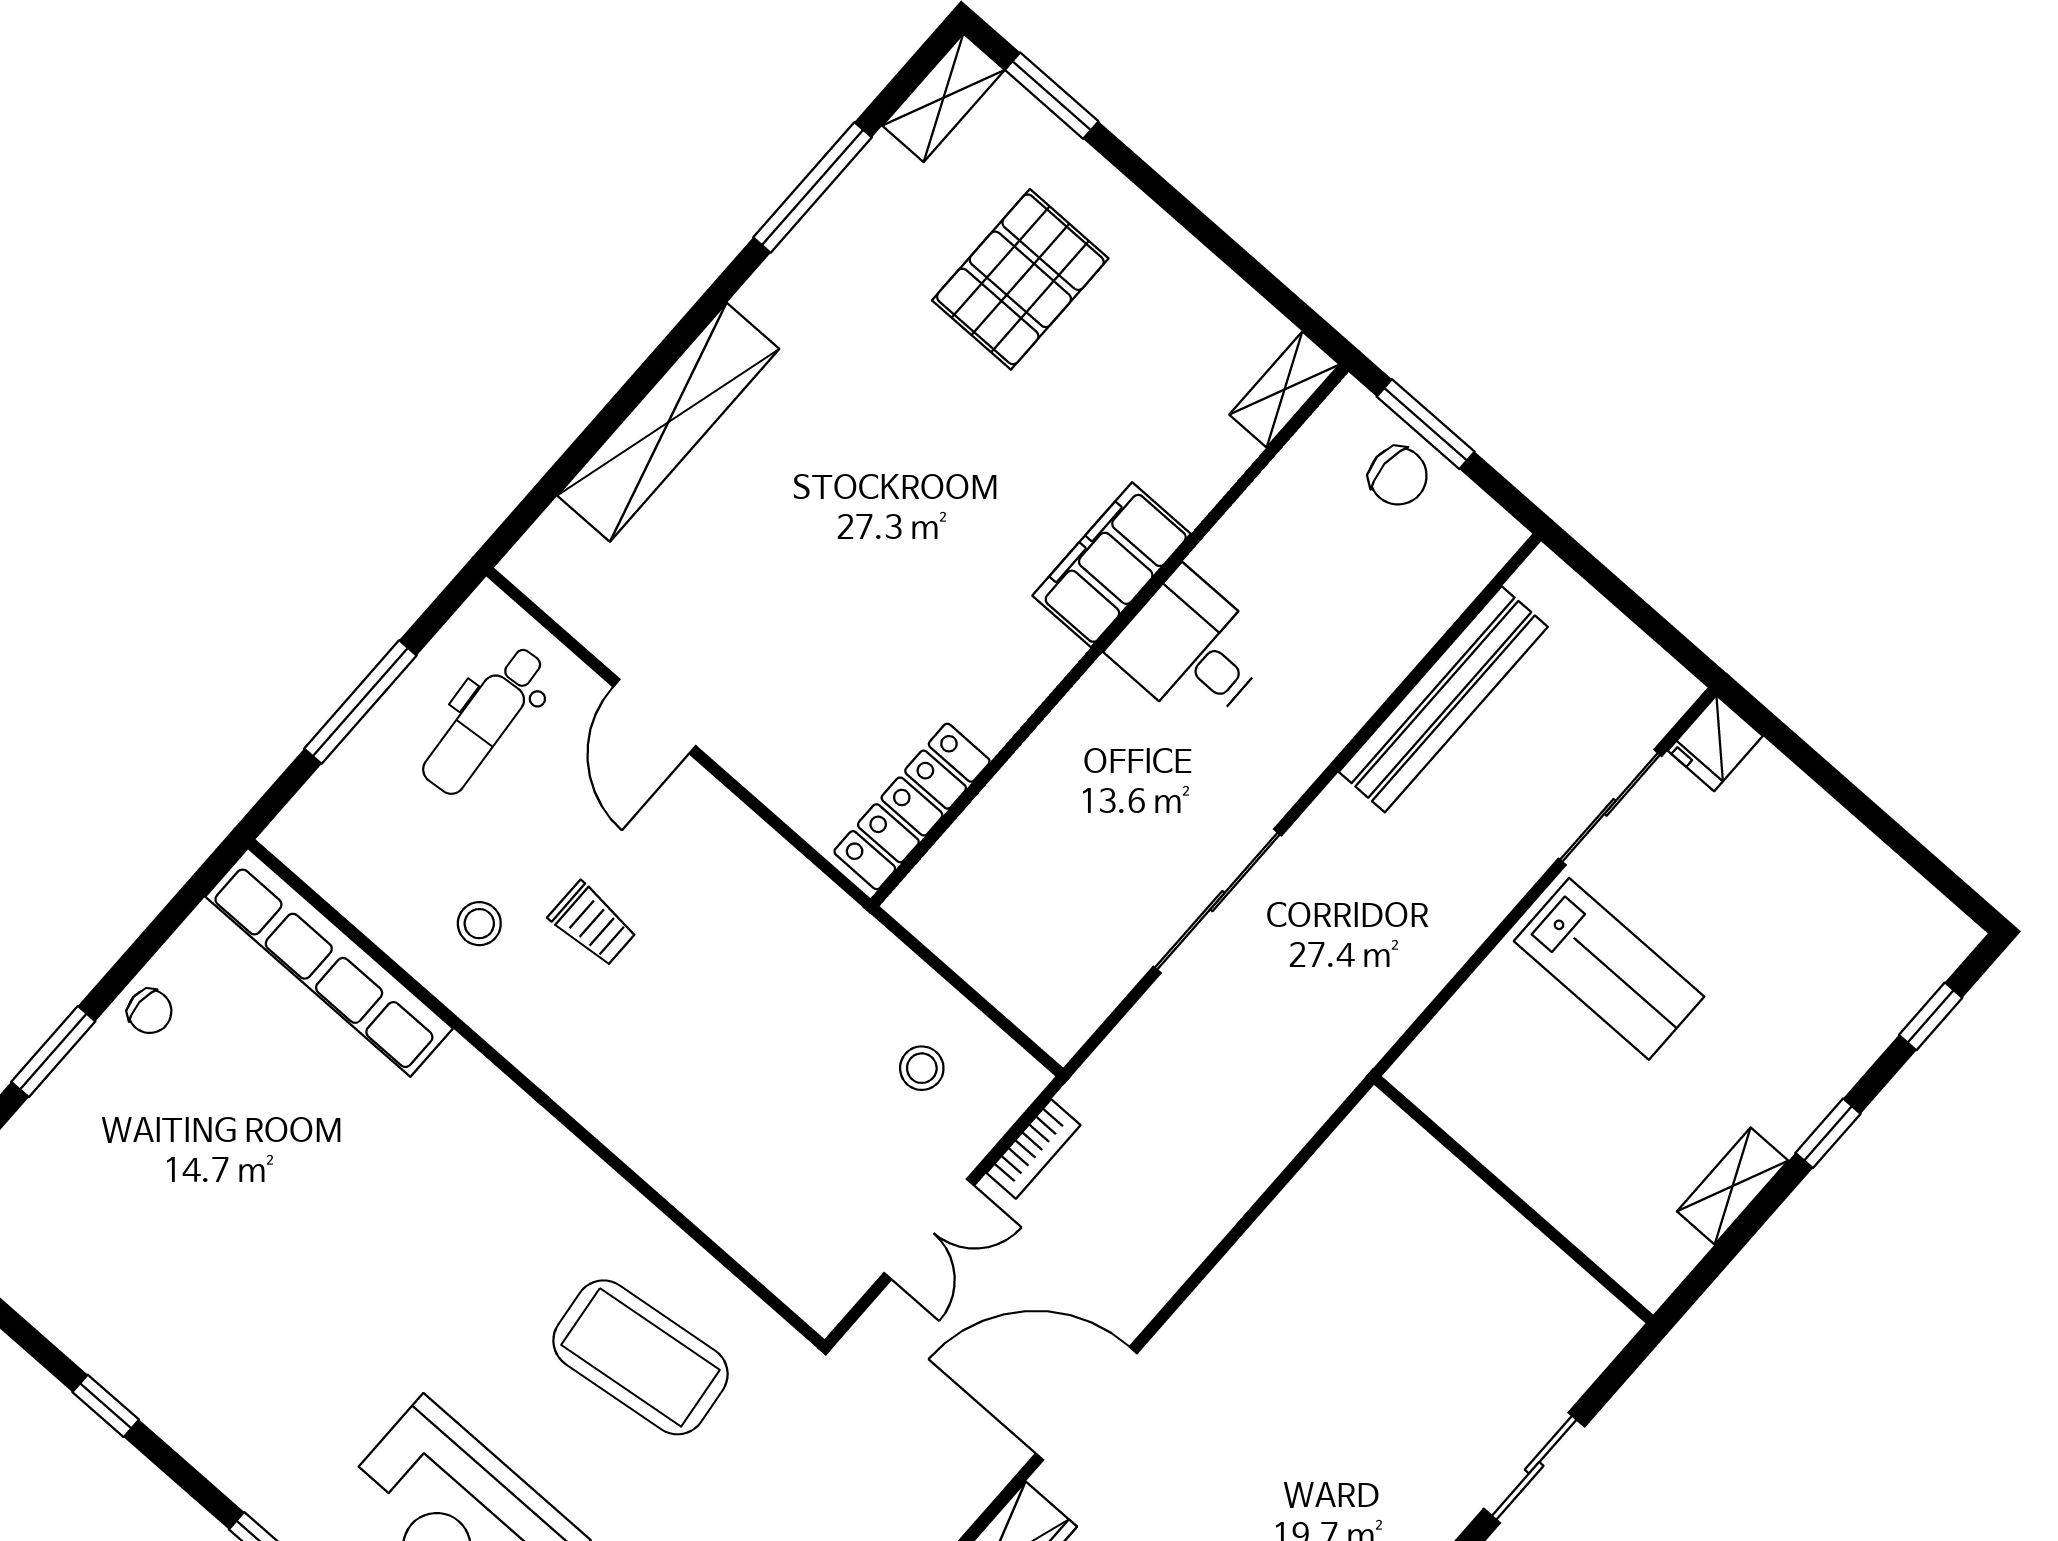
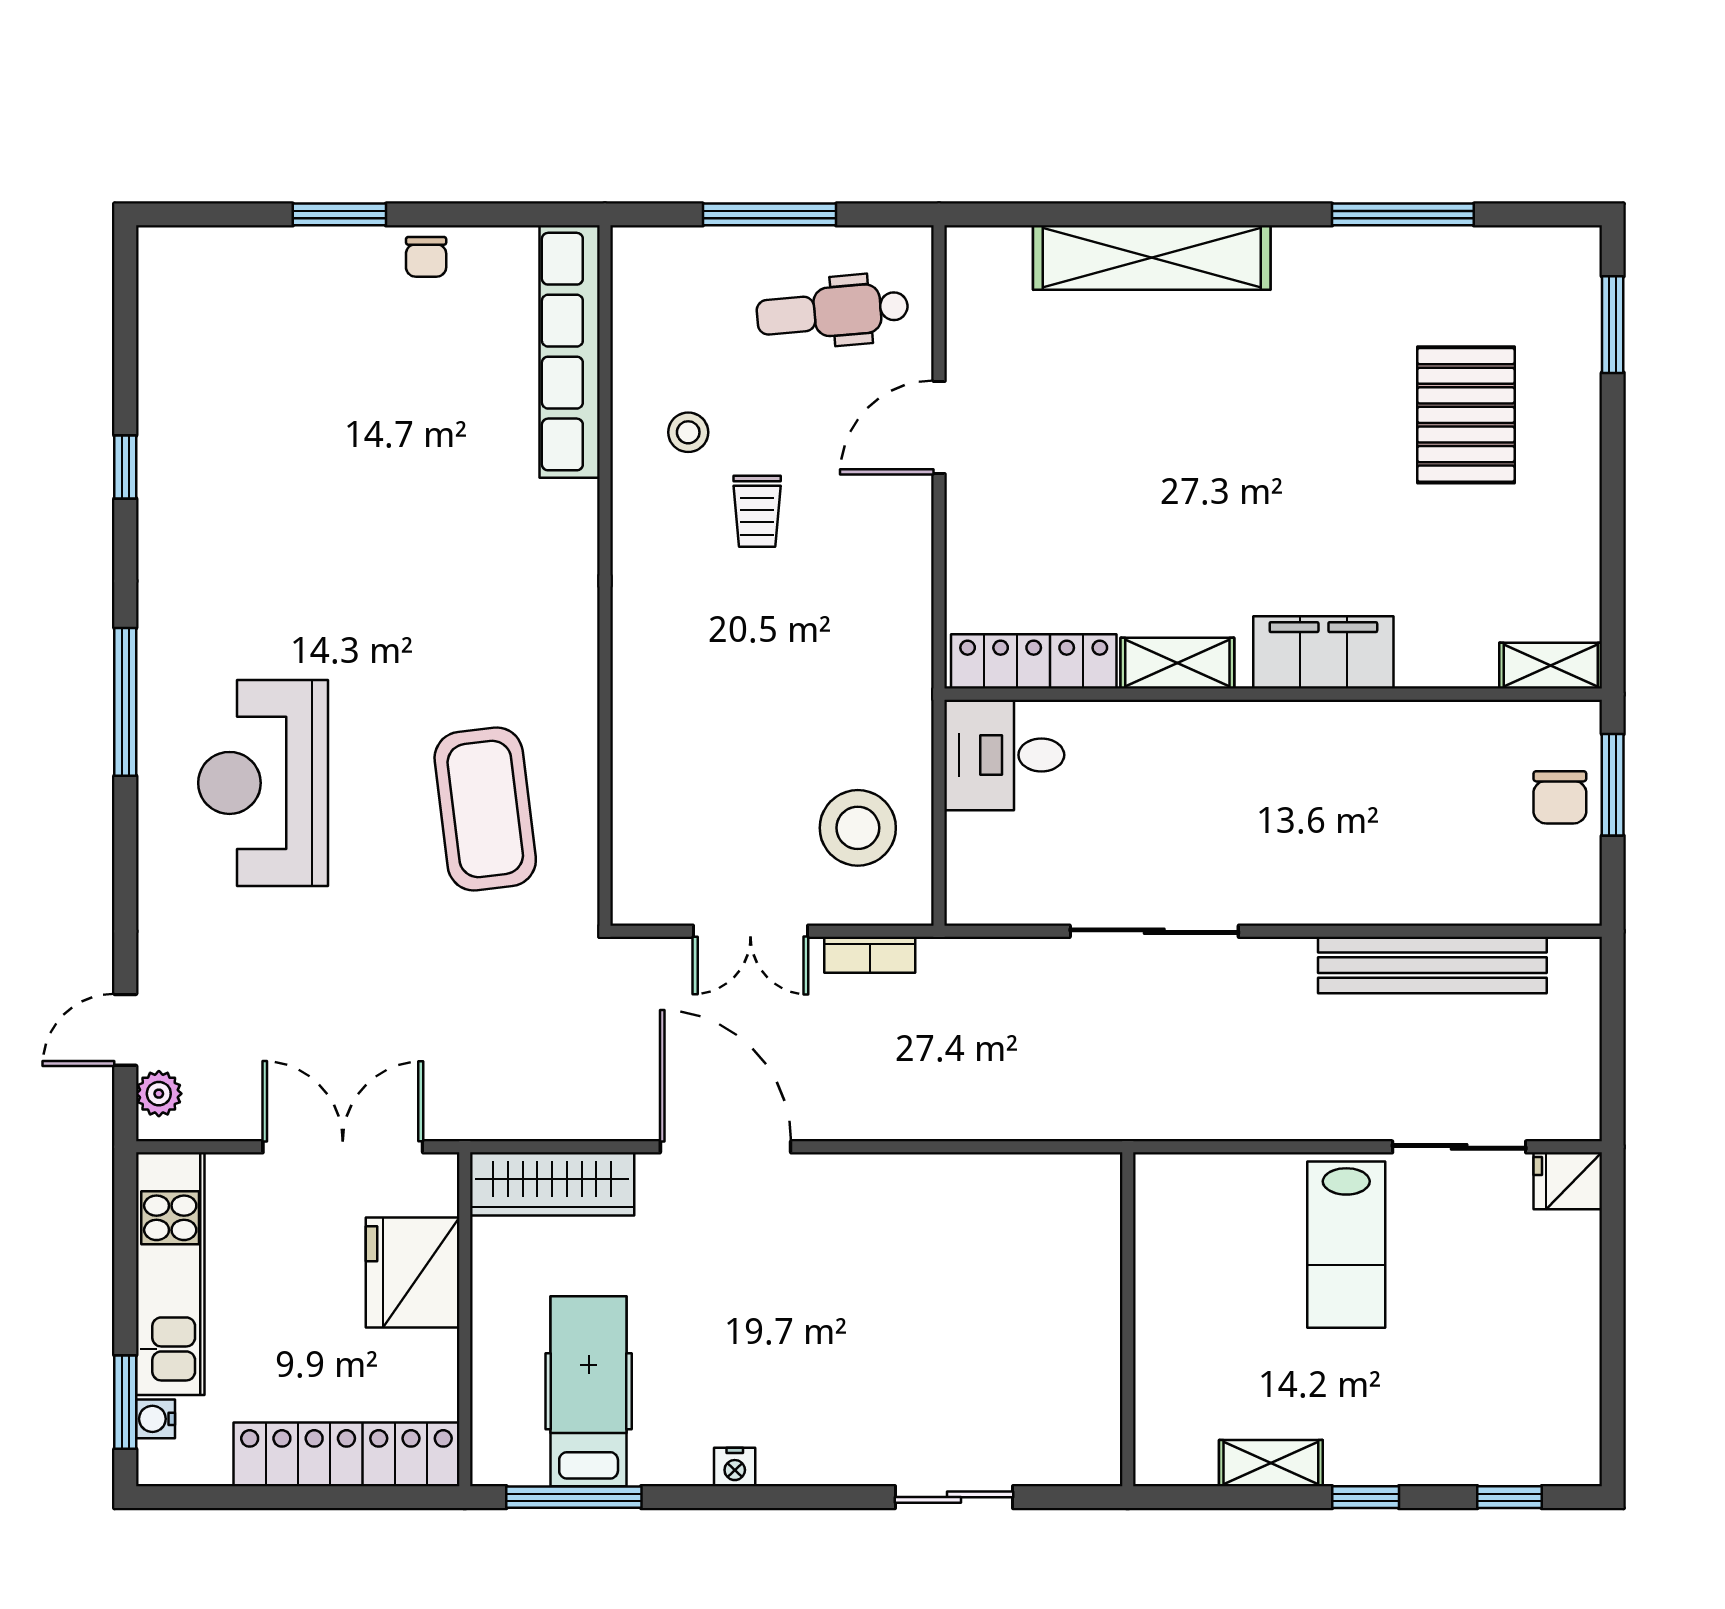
shelving: (944, 98) -> (1177, 663), moved
pallet: (1020, 279) -> (1466, 415), turned 90
desk: (1191, 649) -> (1004, 755), moved, turned -90
stool: (922, 1068) -> (858, 828), width x1.89, depth x1.89

